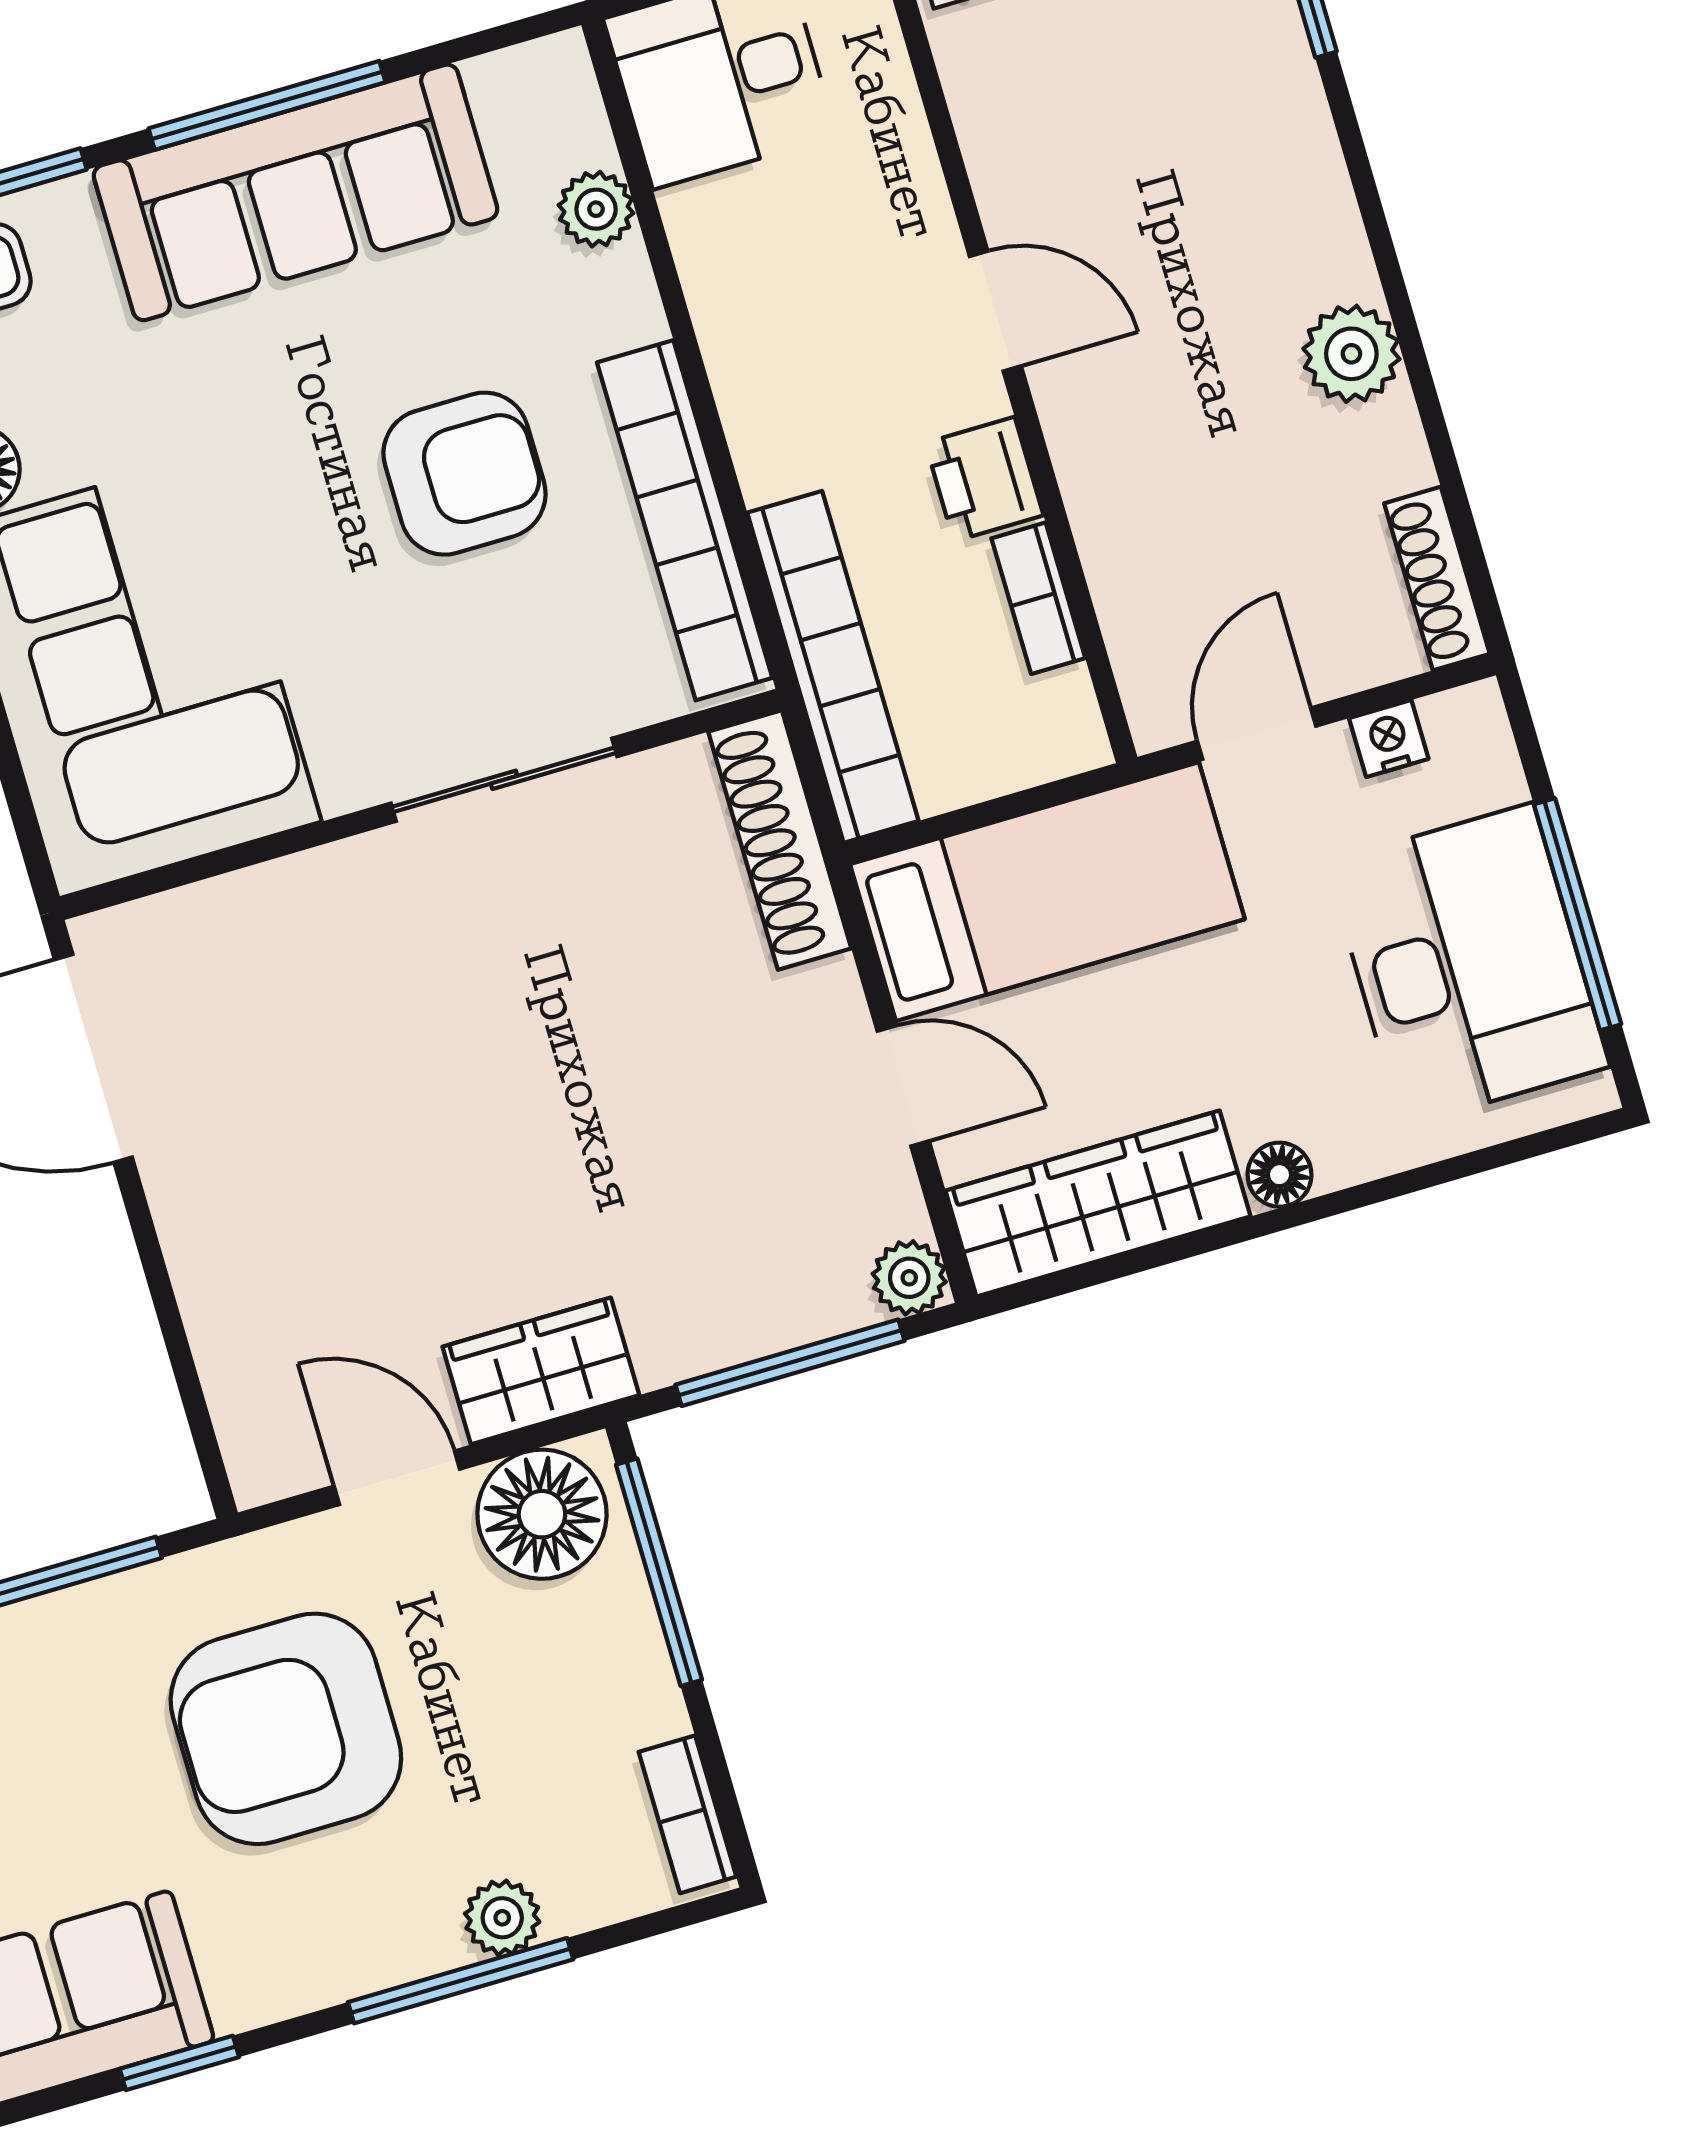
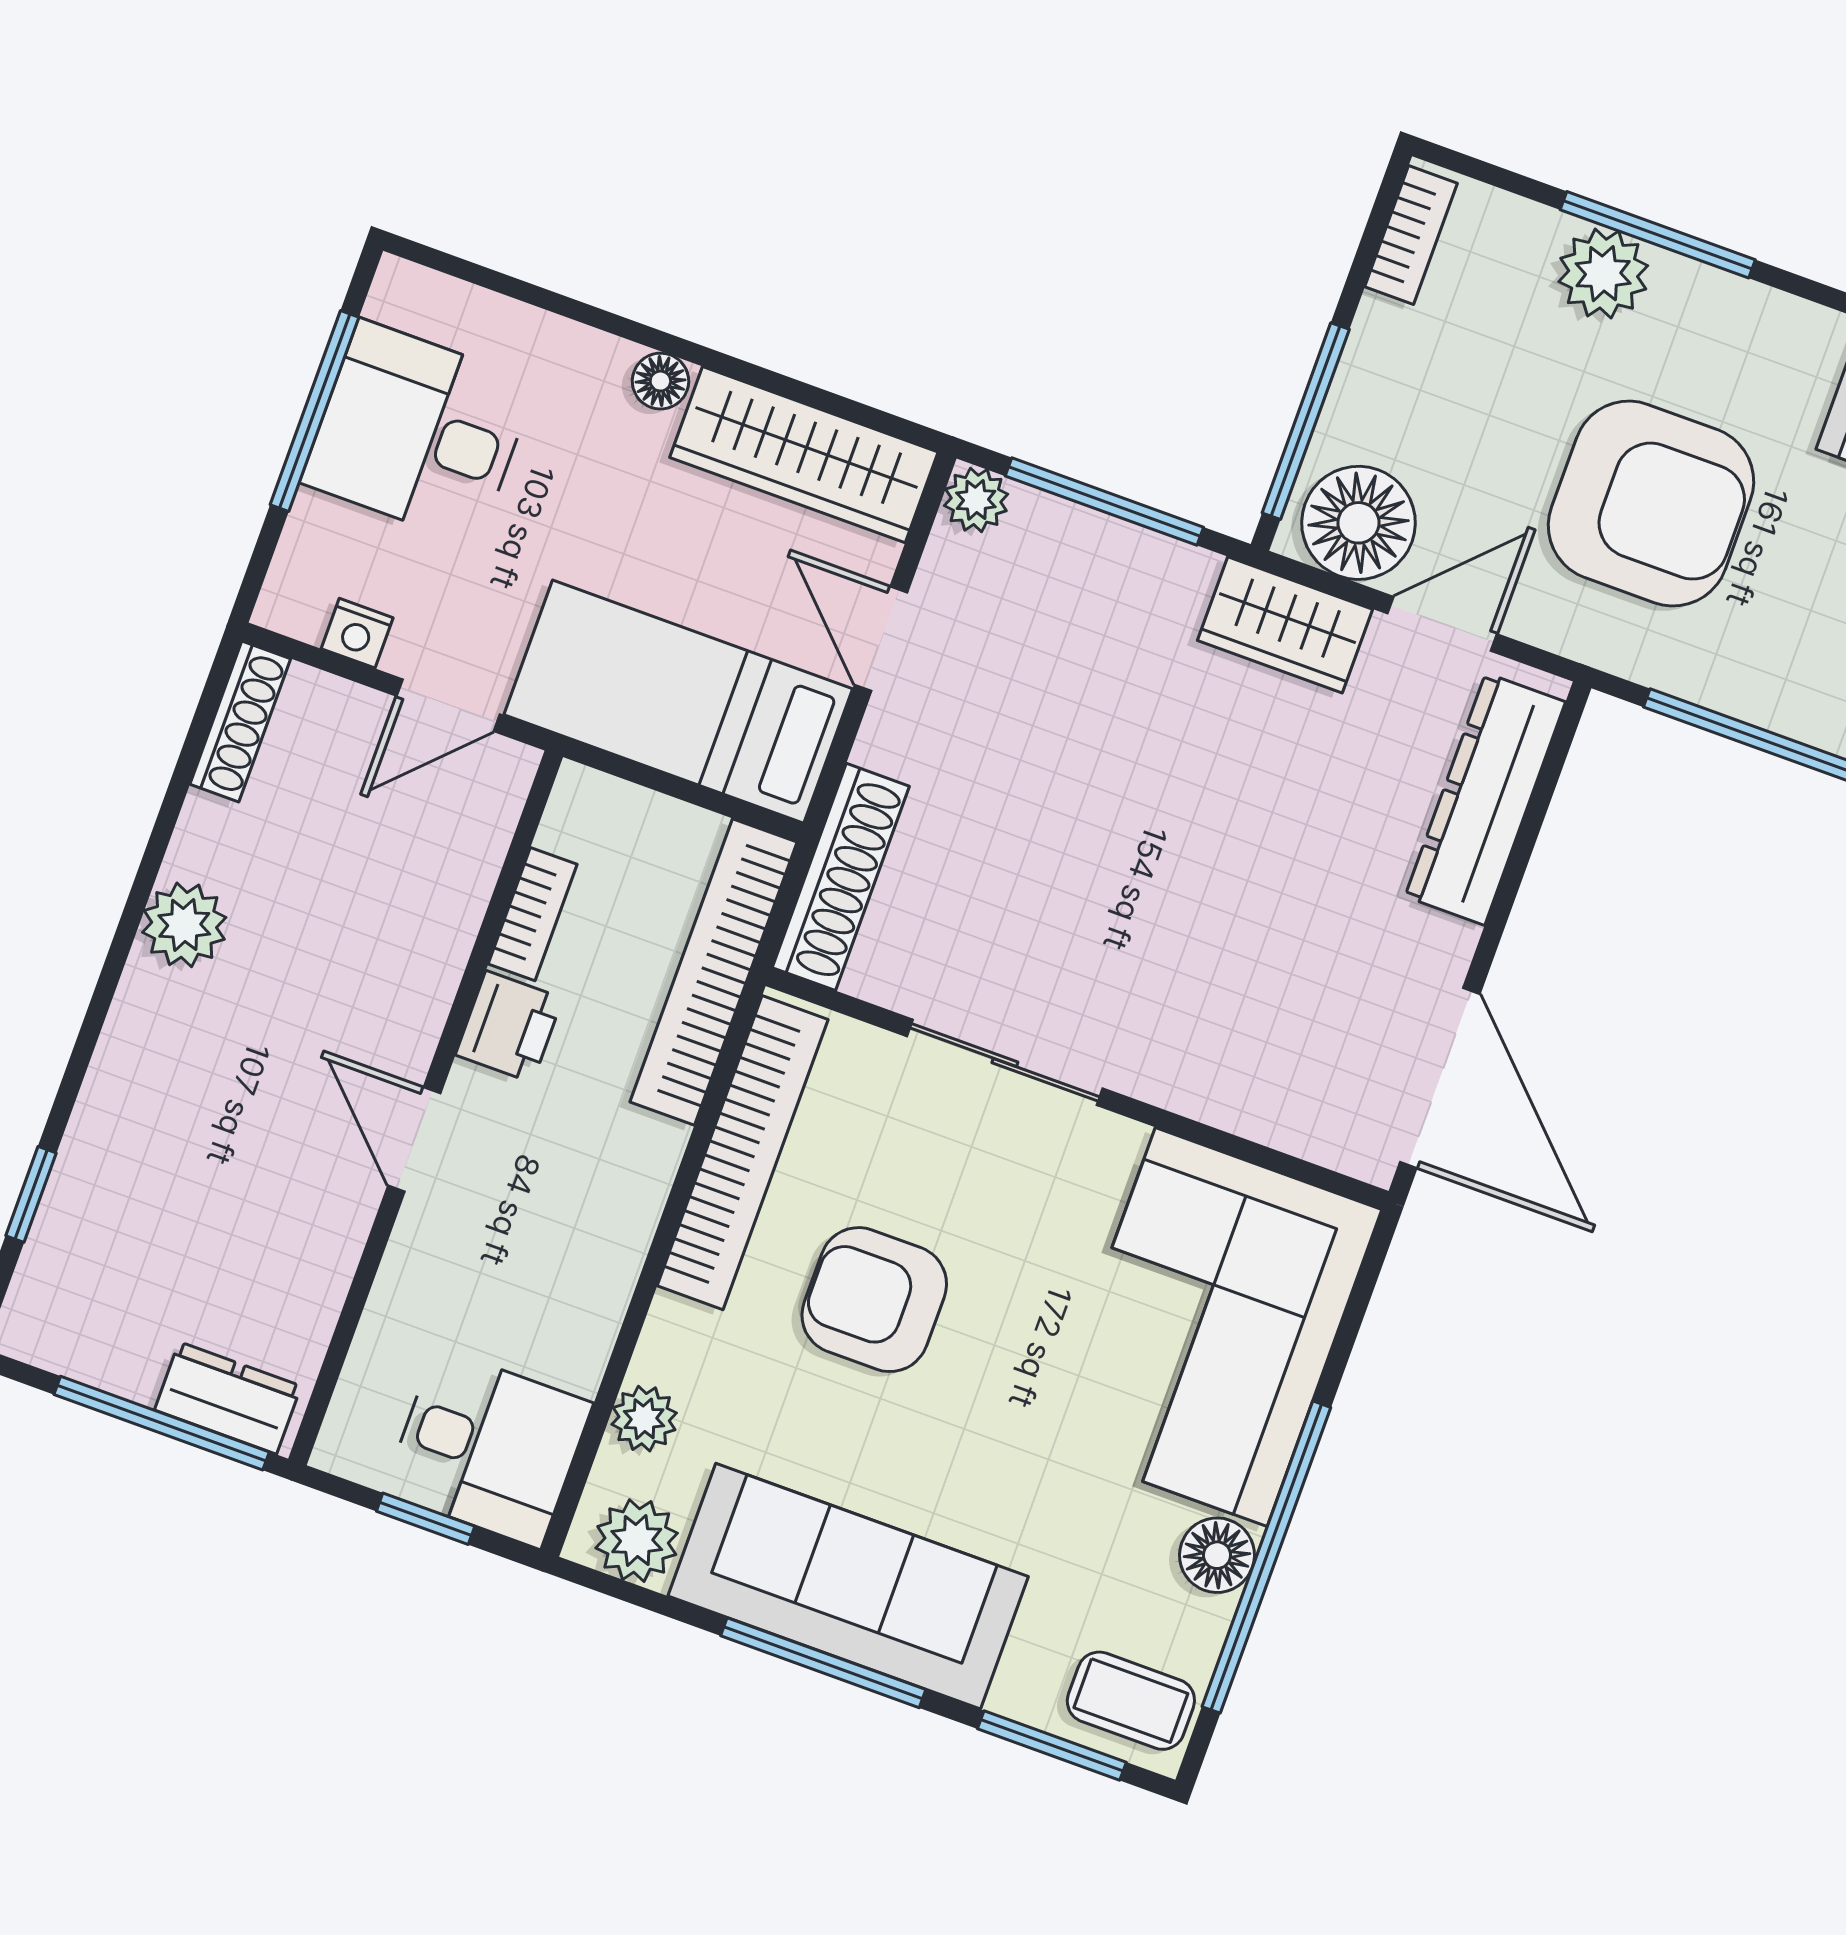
plant: (521, 92) -> (637, 1541), added
desk: (1468, 965) -> (418, 432), width x0.73
dresser: (239, 1345) -> (1485, 799), added
door: (397, 1478) -> (1442, 624), swing flipped
plant: (502, 1918) -> (1603, 274), width x1.38, depth x1.38

